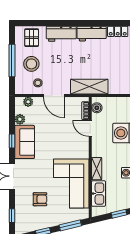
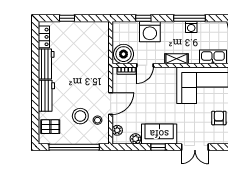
window: (12, 60) -> (74, 147), width x1.46
stool: (31, 64) -> (80, 116), moved
shelving: (89, 87) -> (101, 67), removed
boiler: (97, 108) -> (124, 54), width x1.86, depth x1.86
shelving: (97, 169) -> (176, 59), moved

